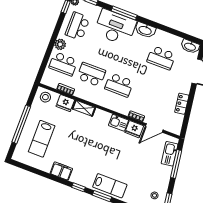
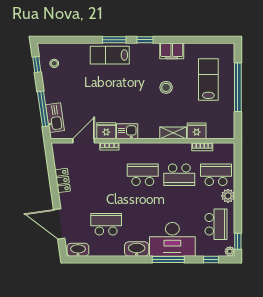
stool: (45, 97) -> (166, 87), moved

